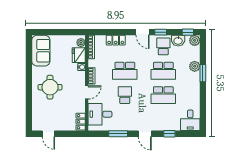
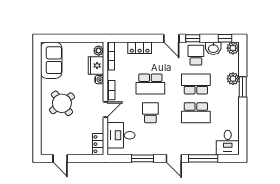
school desk: (163, 71) -> (196, 84), turned 180
round table: (50, 87) -> (62, 103), turned -38
window: (169, 134) -> (203, 158), width x2.17

